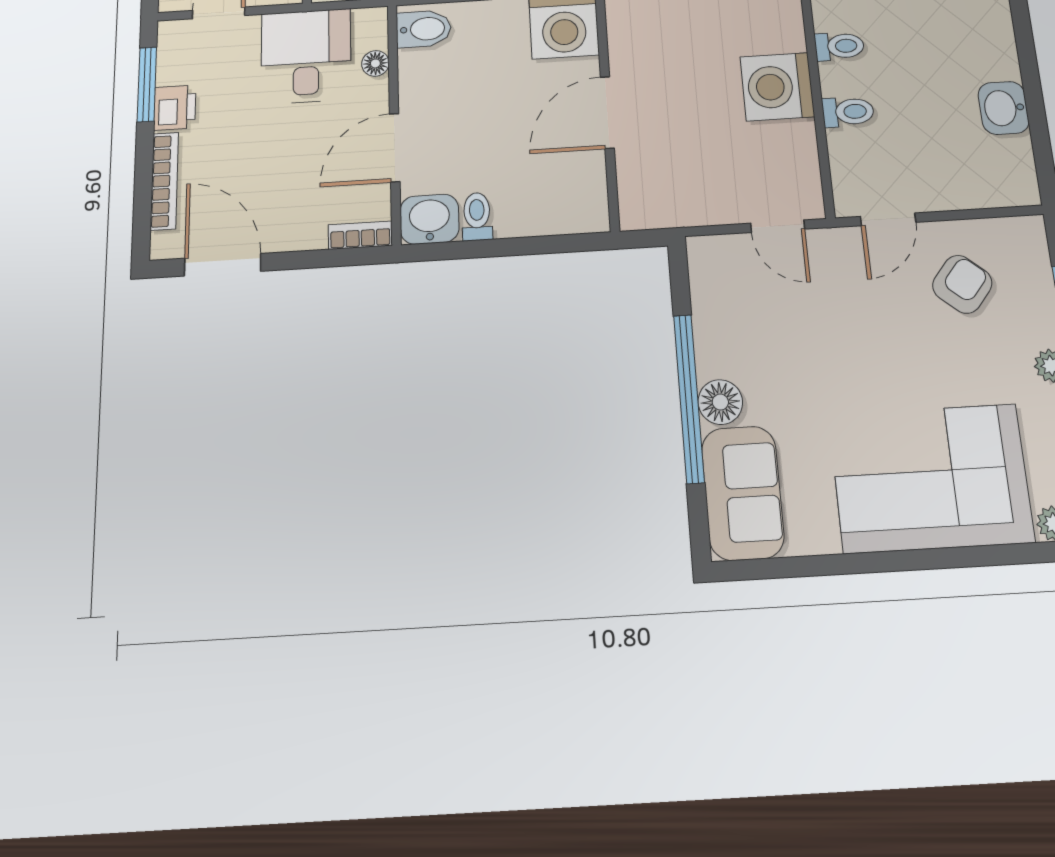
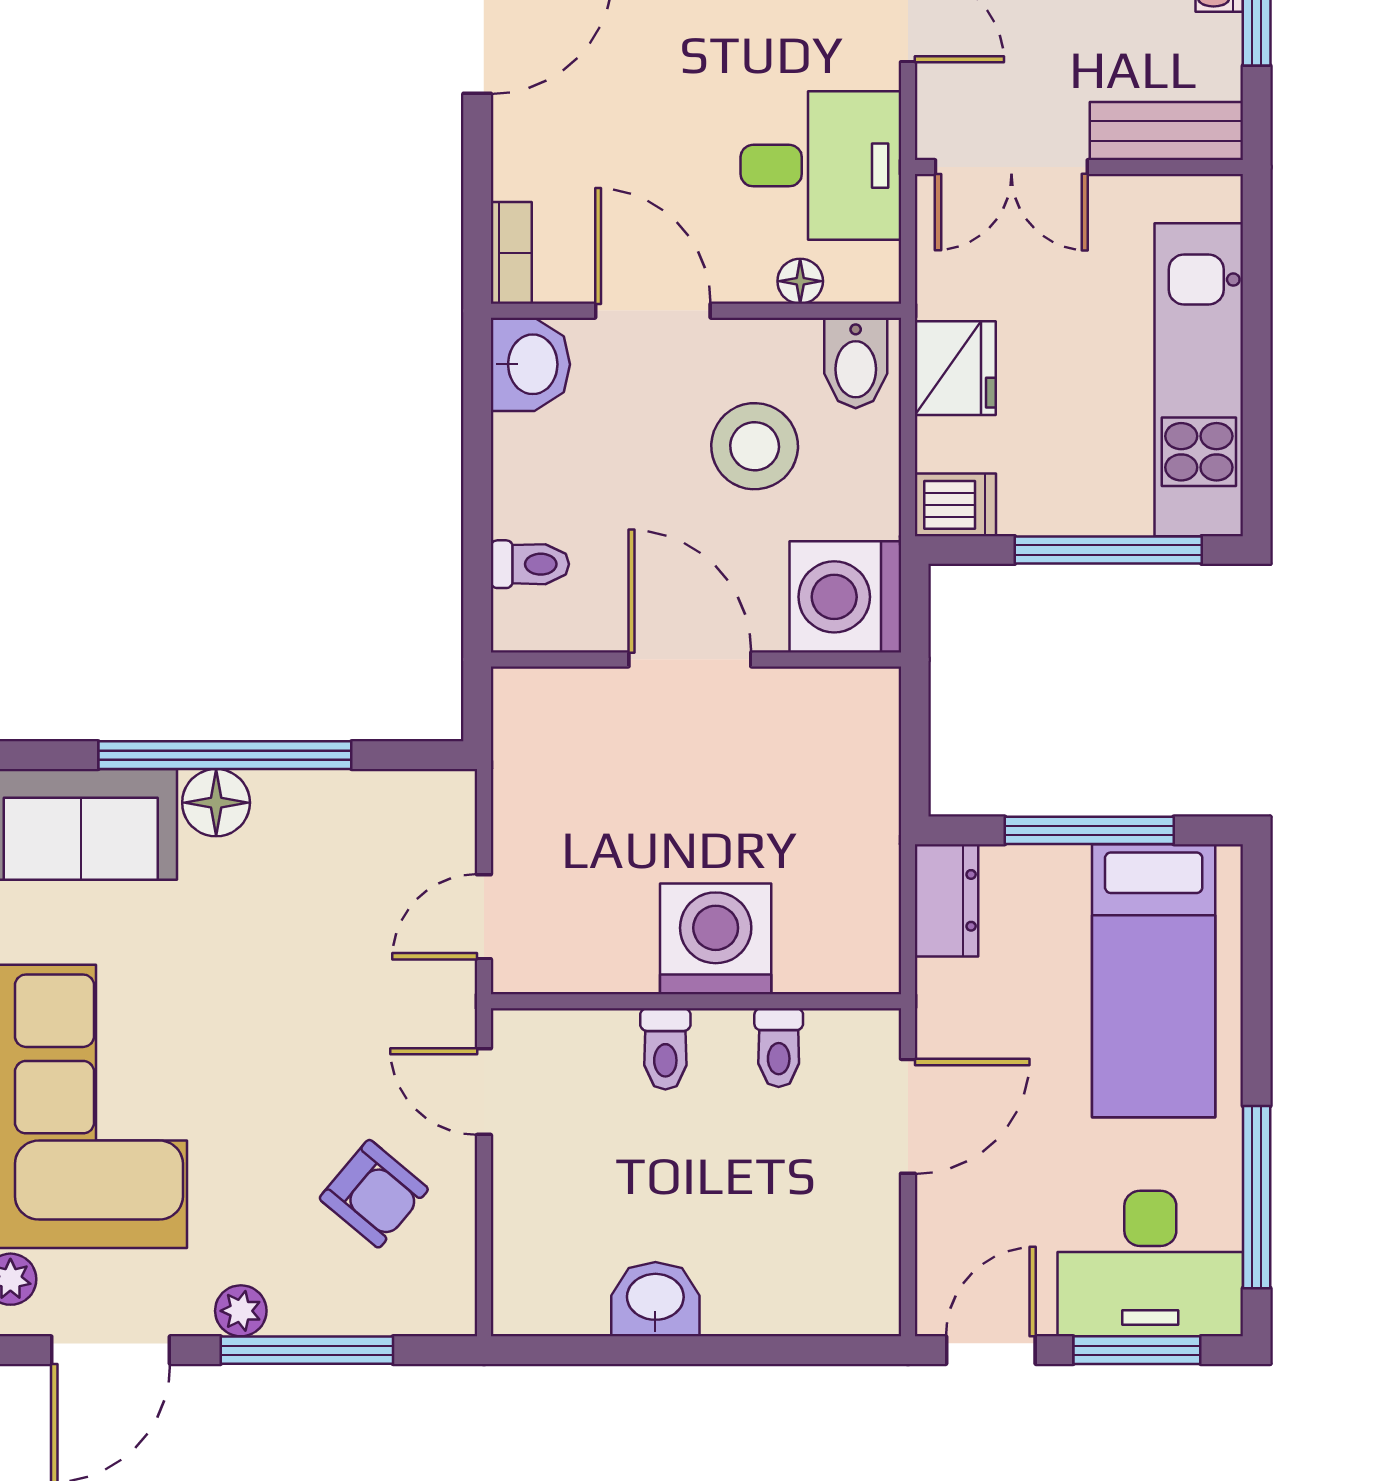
stool: (476, 83) -> (755, 446), added
toilet: (477, 217) -> (530, 564), moved

